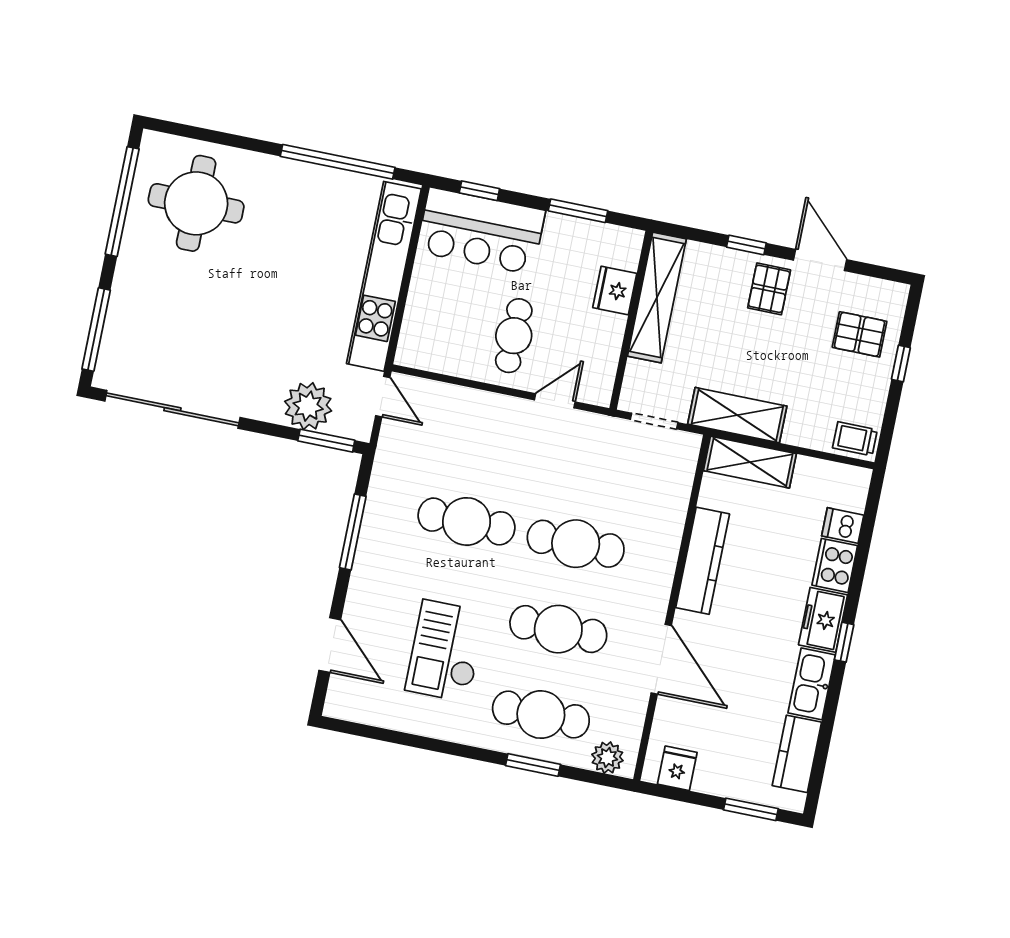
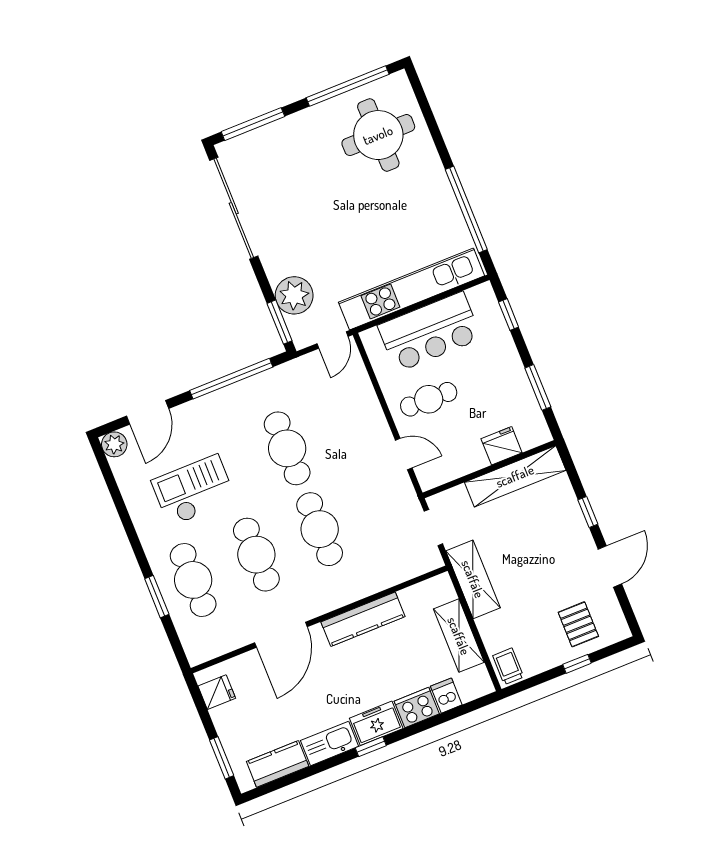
bar counter: (481, 231) -> (430, 332), moved, turned -90
pallet: (769, 289) -> (569, 546), removed
shelving: (750, 462) -> (459, 636), moved
window: (353, 532) -> (231, 379), width x1.46
plant: (607, 758) -> (114, 444), moved

